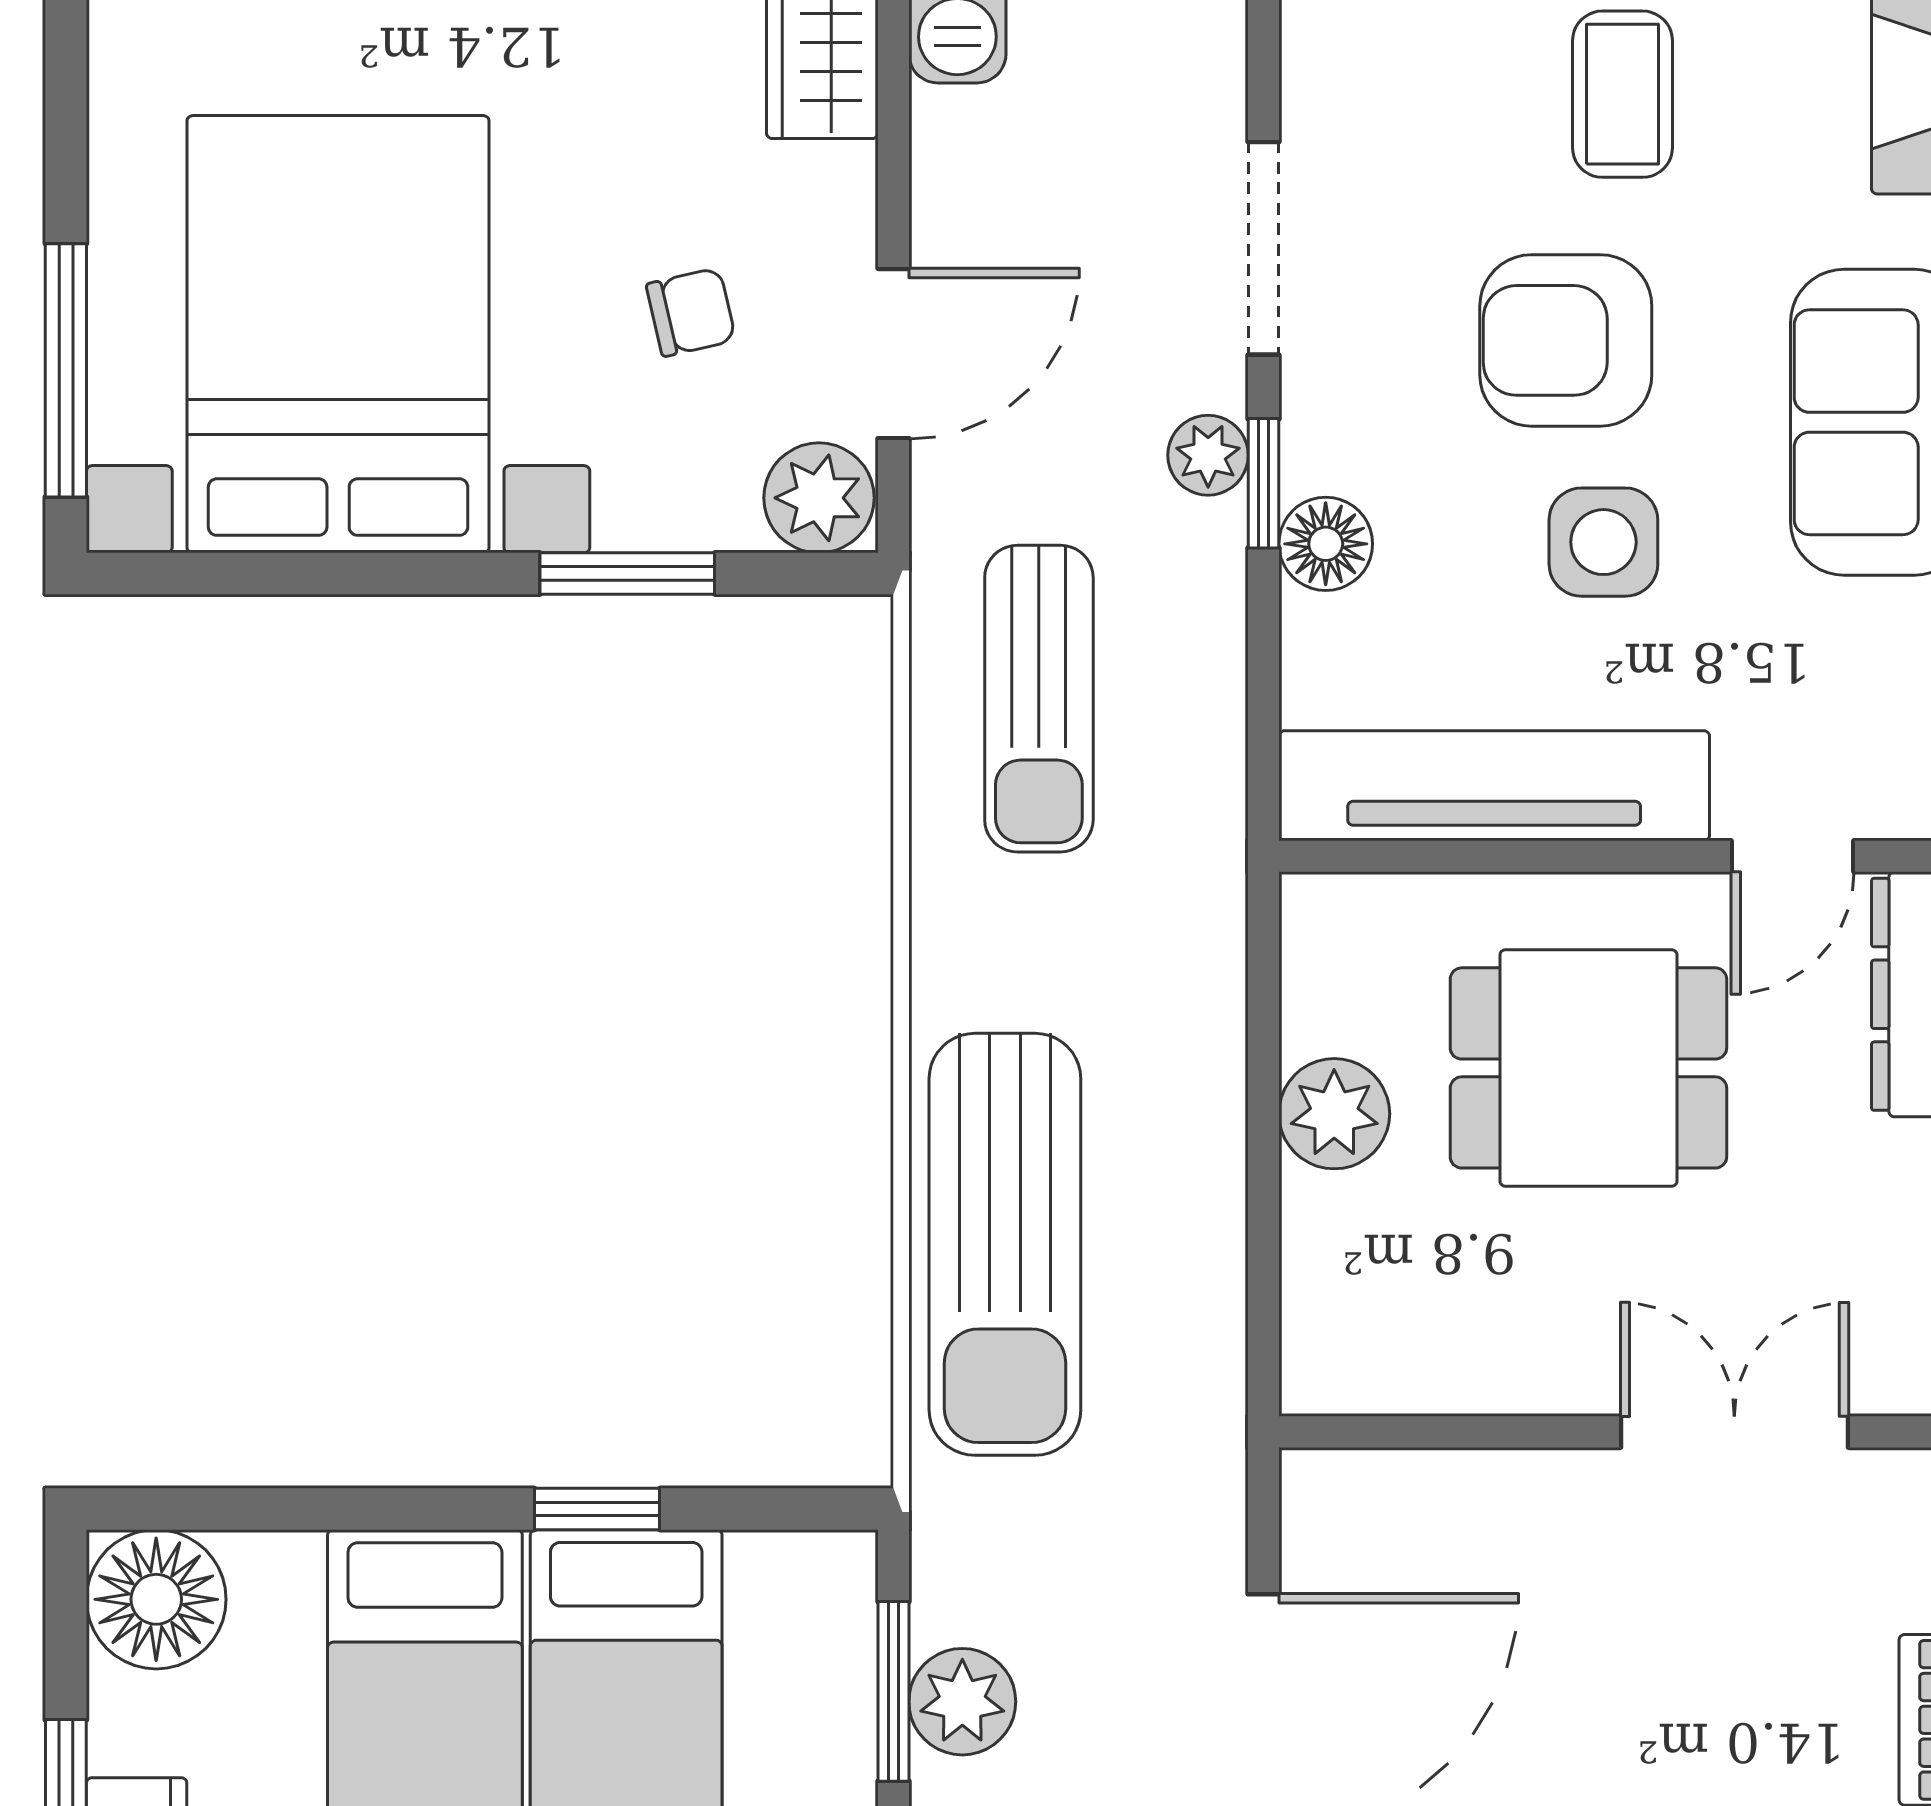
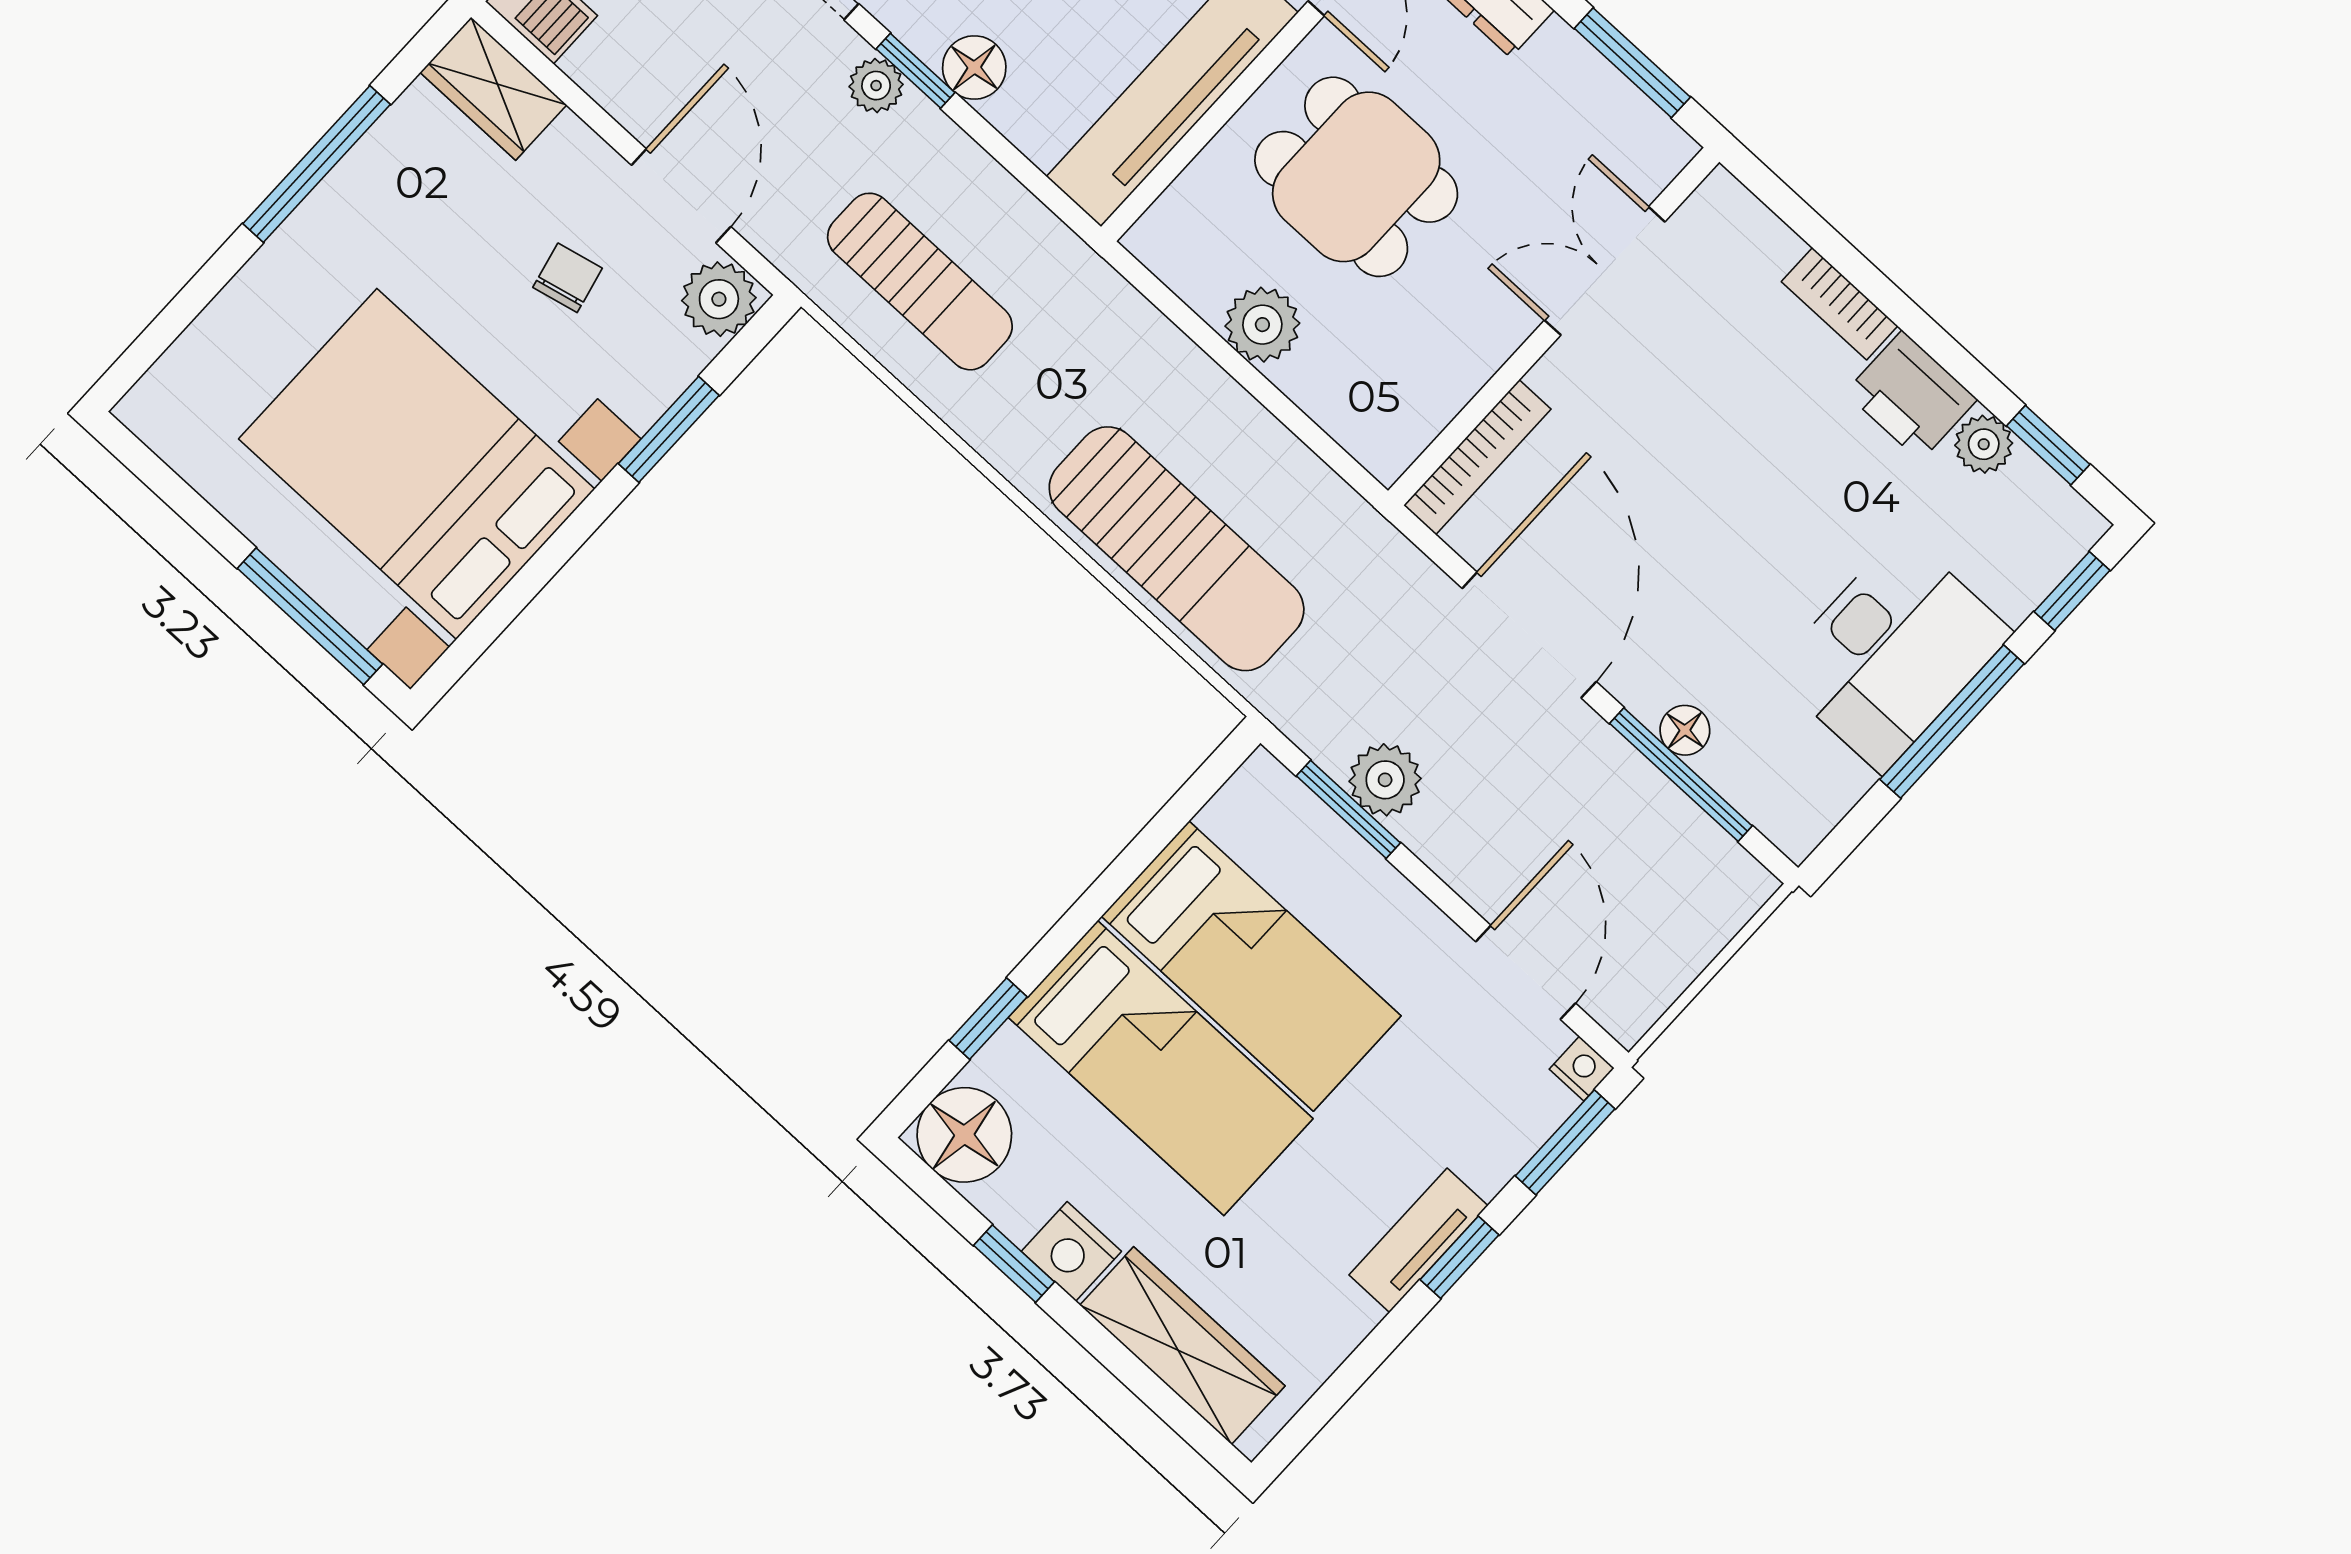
dining table: (1588, 1068) -> (1356, 177), turned 90
bookcase: (1405, 1480) -> (1477, 457), added
window: (597, 1509) -> (988, 1019), moved

